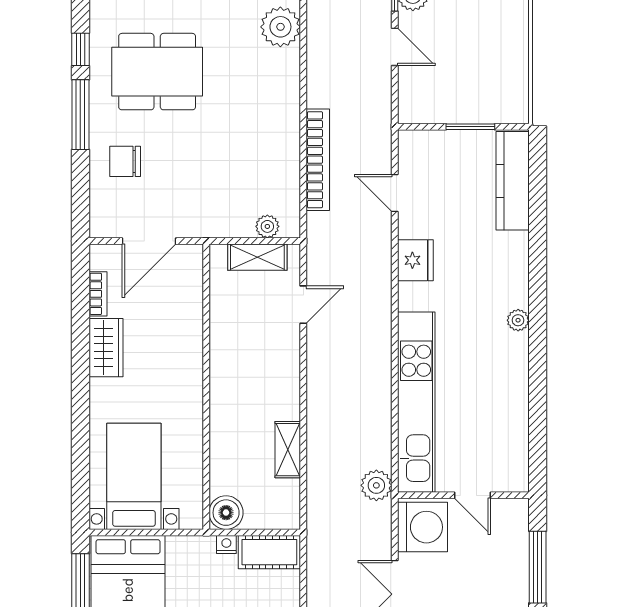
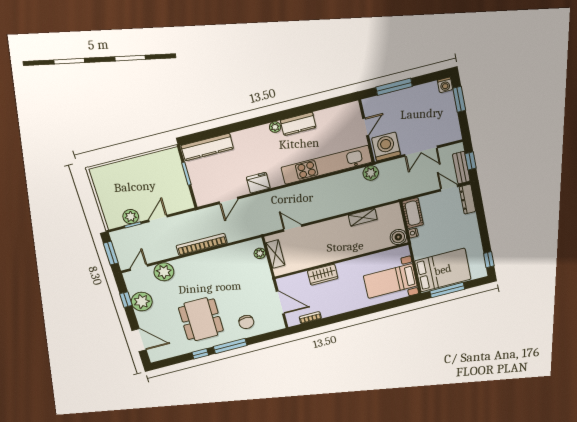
bookcase: (318, 160) -> (202, 244), moved
wardrobe: (106, 348) -> (323, 275), moved, turned 180
kitchen counter: (513, 366) -> (298, 124), added

